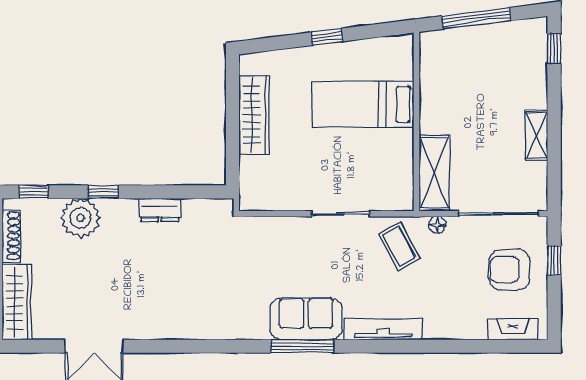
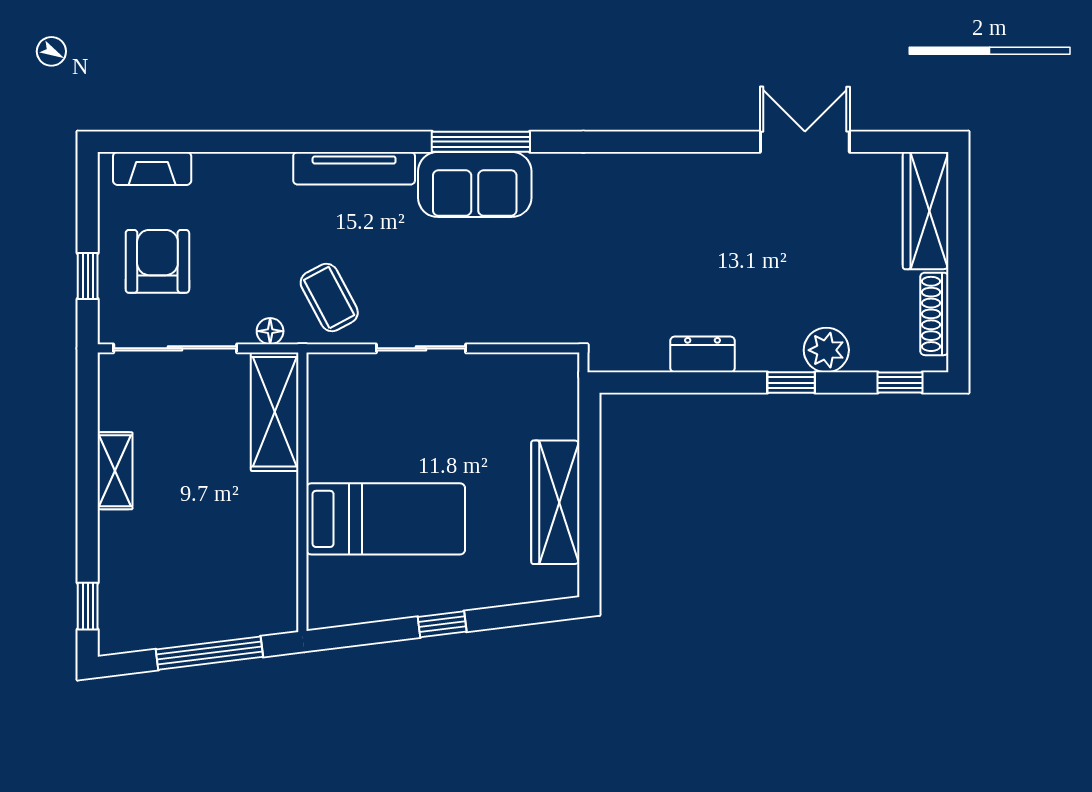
plant: (80, 218) -> (826, 350), width x0.73, depth x0.73
armchair: (509, 270) -> (157, 261), turned -90

